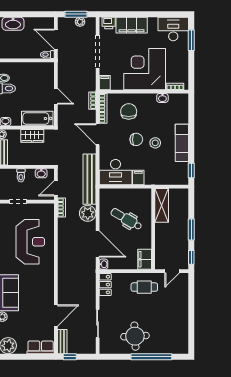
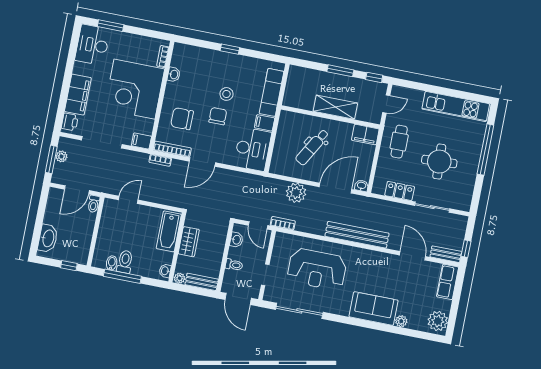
door: (56, 96) -> (128, 200), moved
exam couch: (182, 143) -> (272, 92), moved, turned 90
window: (191, 170) -> (230, 49), moved
bench: (90, 179) -> (357, 235), moved
shelving: (162, 205) -> (335, 107), moved
reception desk: (30, 242) -> (317, 269), turned 180
door: (172, 271) -> (386, 104), hinge flipped
locker: (105, 285) -> (400, 191), moved
kitchen unit: (181, 326) -> (456, 106), added
round table: (135, 336) -> (439, 162), moved

